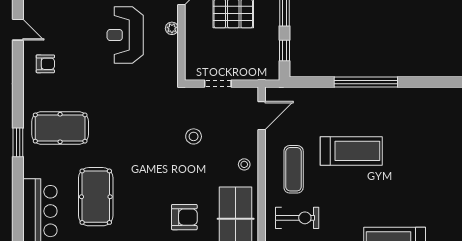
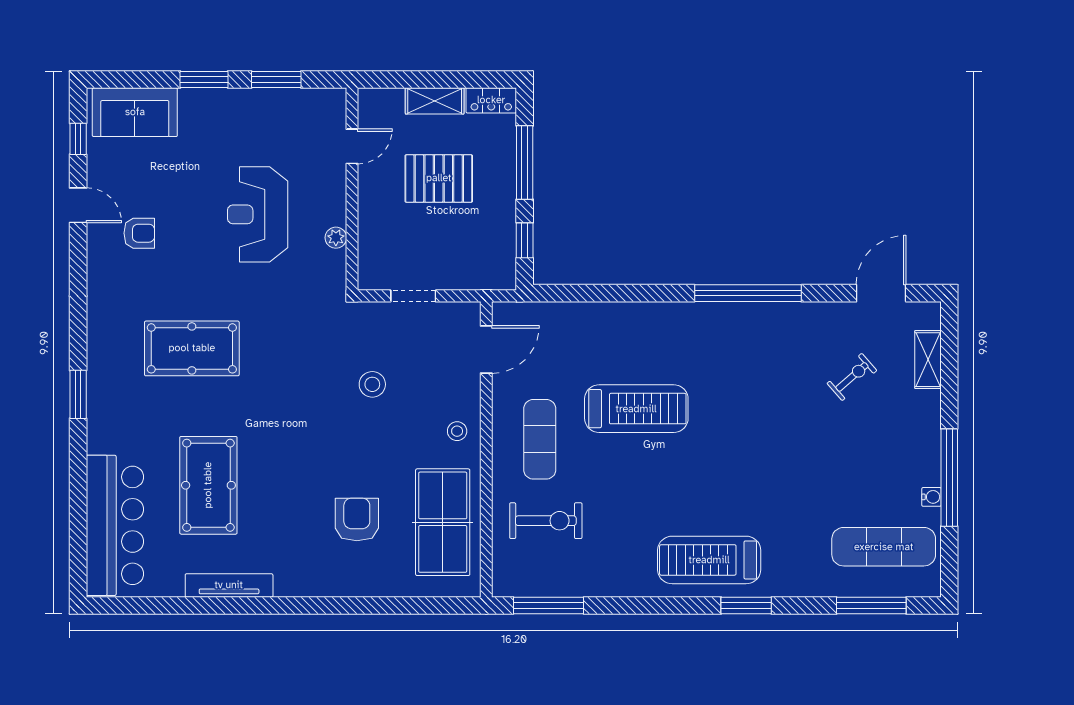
plant: (172, 28) -> (336, 238), moved
armchair: (45, 64) -> (139, 233), moved
window: (366, 82) -> (748, 293), moved
pool table: (60, 128) -> (192, 348), moved
armchair: (184, 217) -> (357, 519), turned -90

